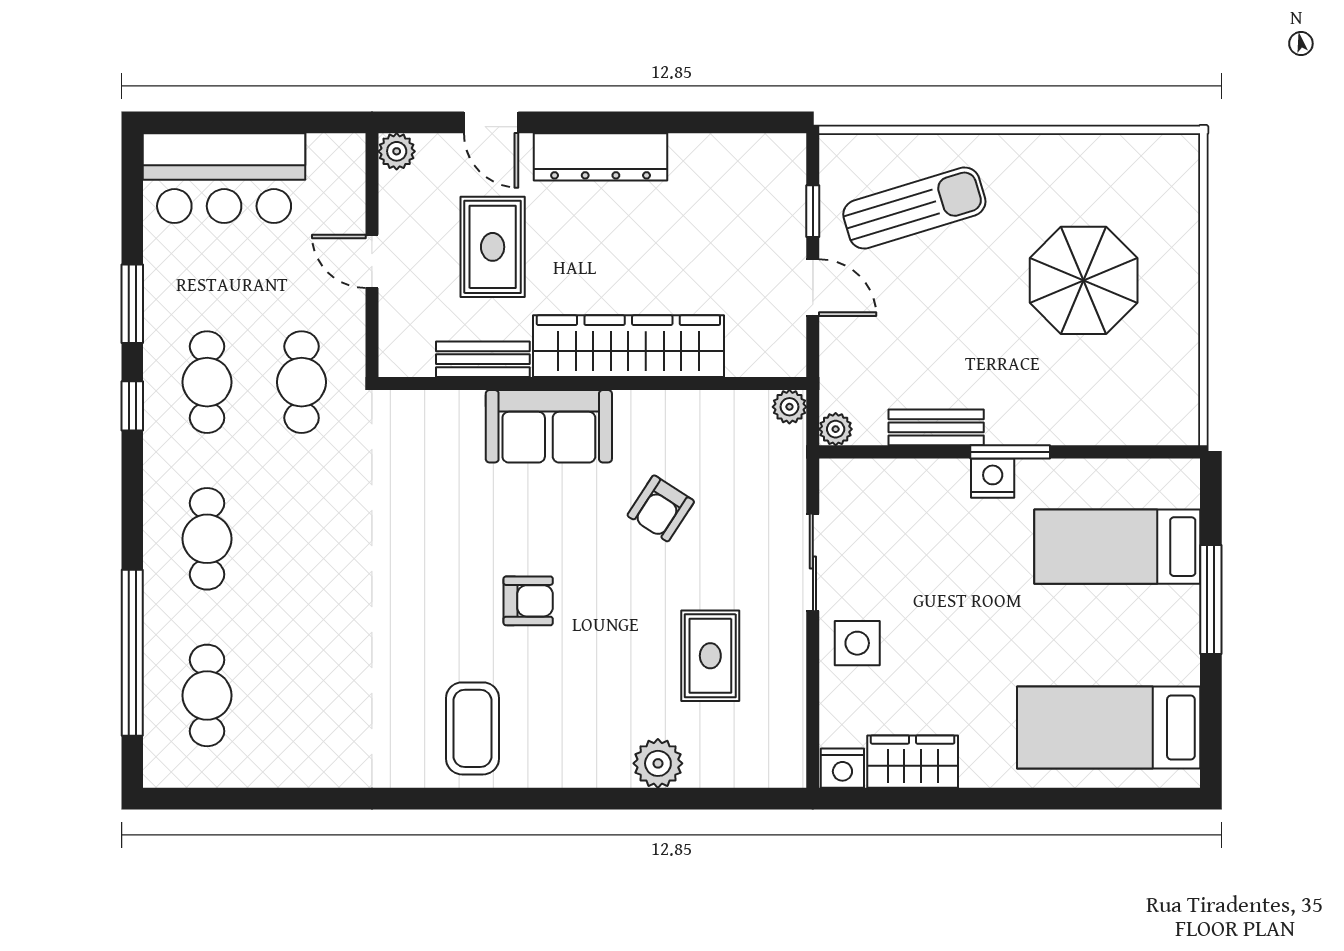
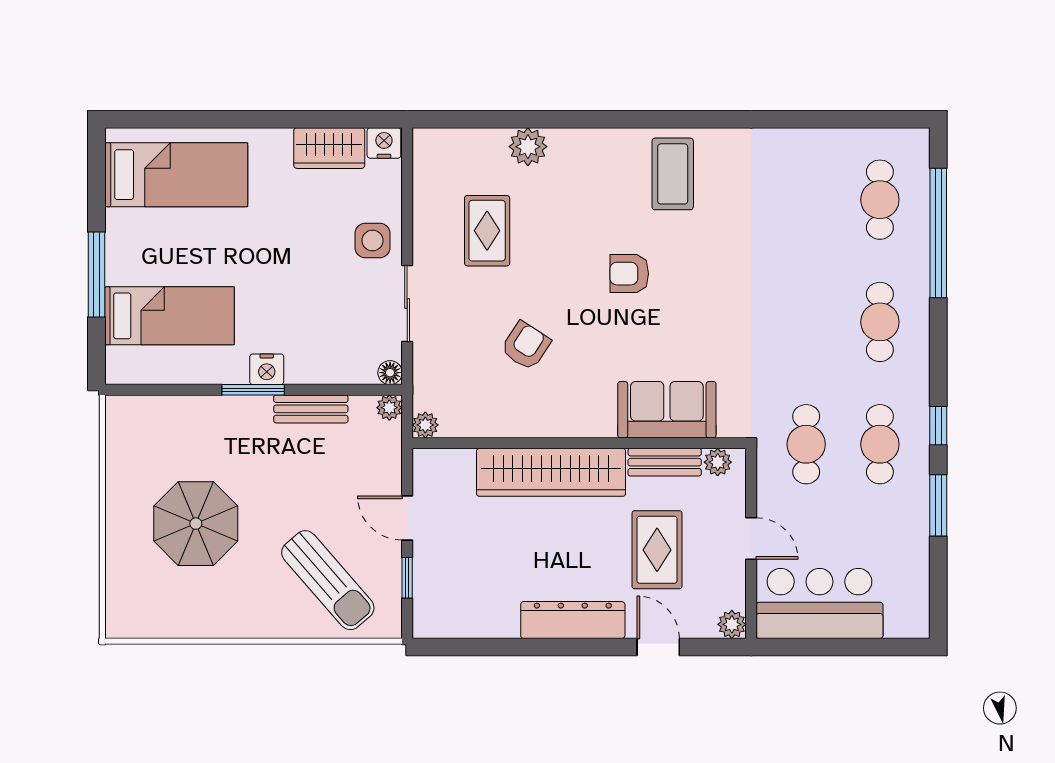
bar counter: (224, 178) -> (819, 603), moved
sun lounger: (914, 208) -> (328, 580), turned -114
plant: (415, 359) -> (718, 462), added
sofa: (549, 426) -> (667, 410), moved
floor lamp: (835, 474) -> (390, 373), added

